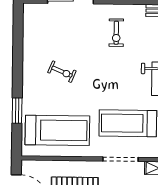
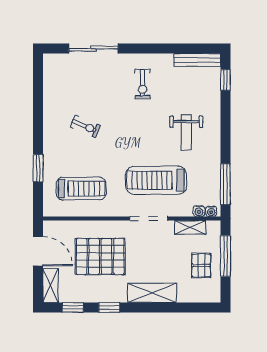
treadmill: (57, 130) -> (81, 189), width x0.73, depth x0.73

